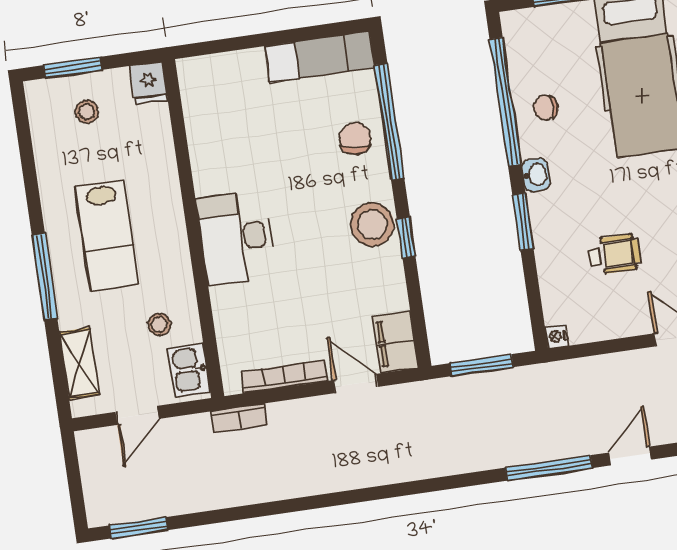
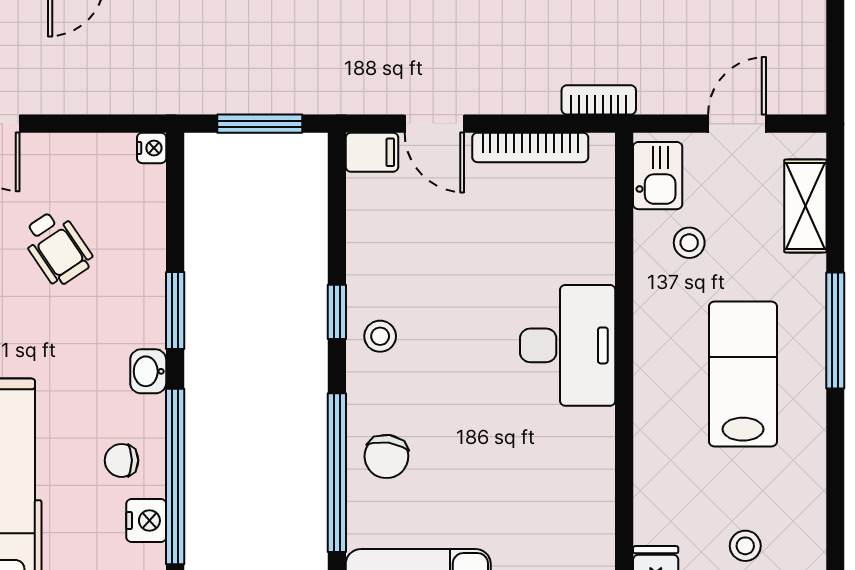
nightstand: (522, 67) -> (146, 520), added
chair: (546, 108) -> (122, 460), turned 180
stool: (372, 225) -> (380, 336), width x0.53, depth x0.53
wheelchair: (614, 254) -> (57, 248), turned -124
filing cabinet: (395, 342) -> (372, 152), width x0.50

